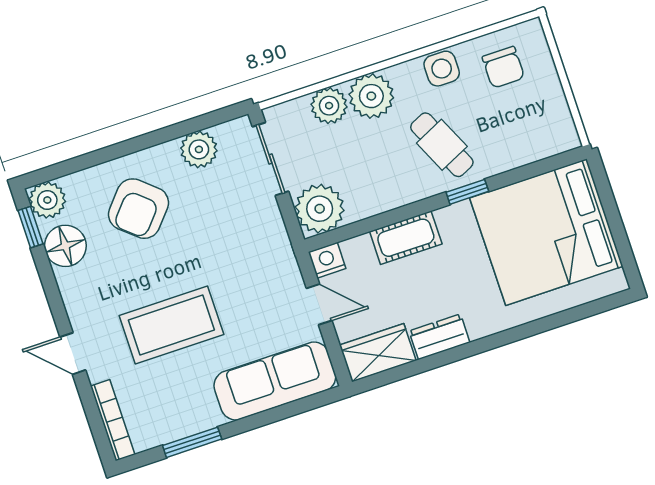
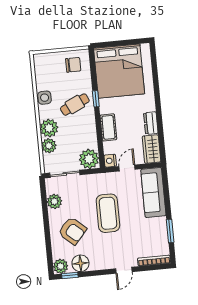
chair: (503, 67) -> (73, 65), moved
coffee table: (171, 325) -> (108, 213), moved

